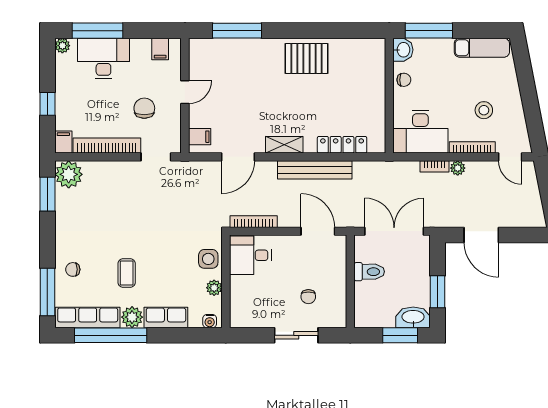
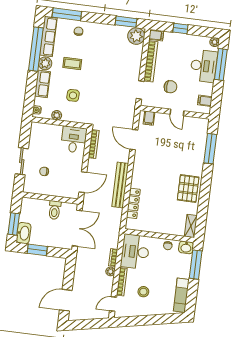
shelving: (284, 145) -> (191, 226), moved
door: (481, 235) -> (66, 300), moved
side table: (208, 259) -> (73, 95), moved

